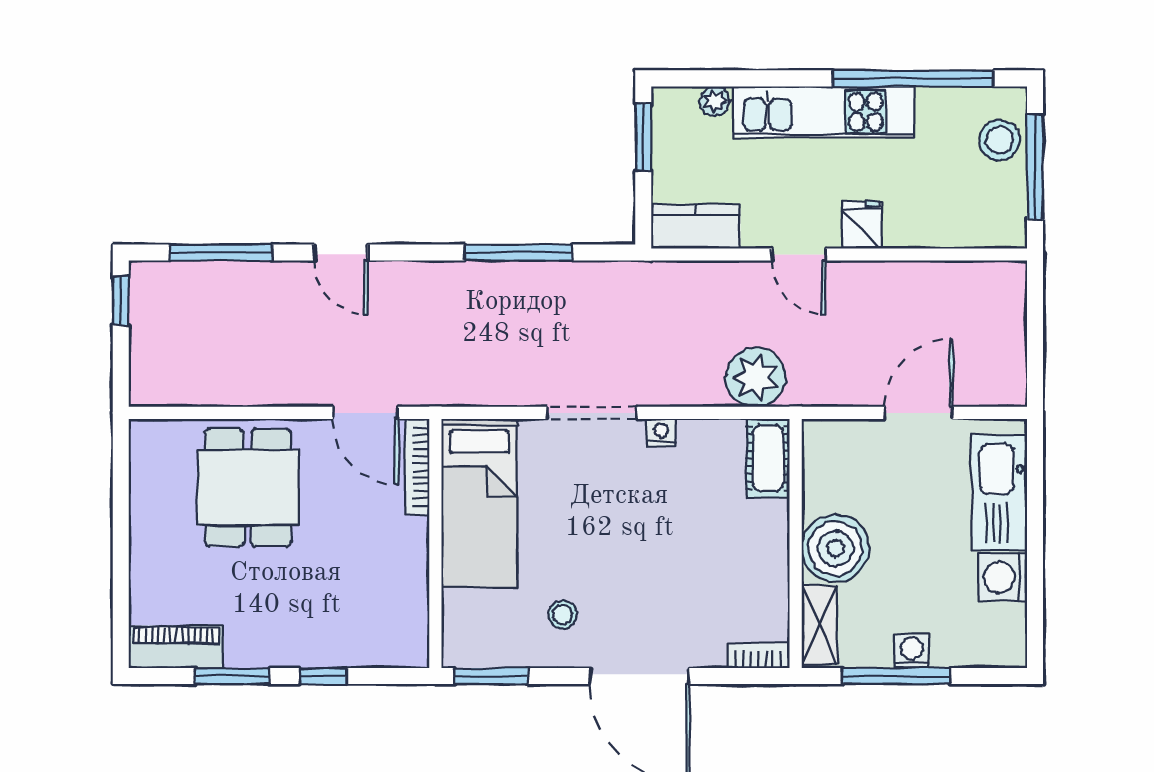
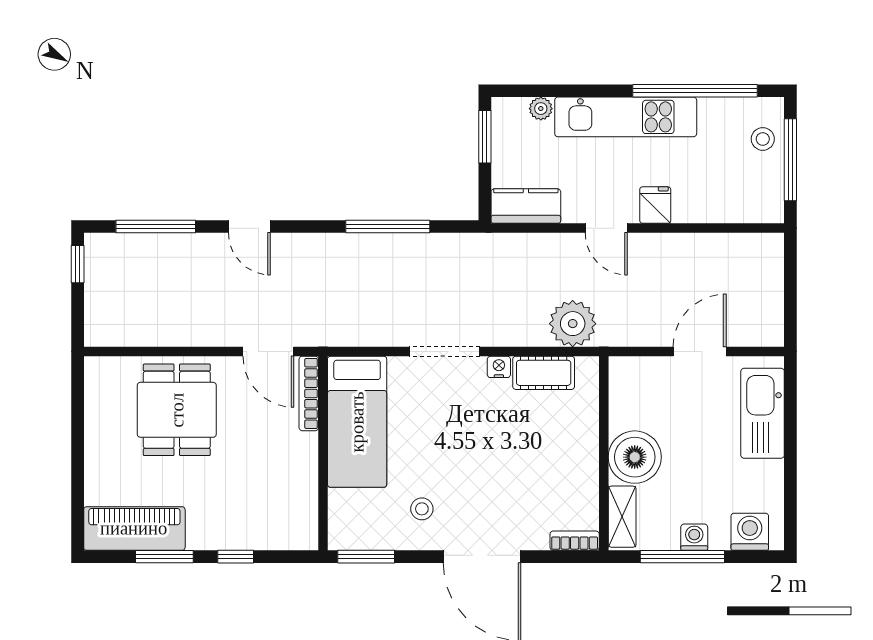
stool: (1000, 140) -> (763, 139), width x0.73, depth x0.73
cot: (768, 458) -> (544, 373), moved, turned 90
washing machine: (1003, 577) -> (750, 532), moved, turned 90
piano: (176, 647) -> (134, 528), width x1.37, depth x1.33

